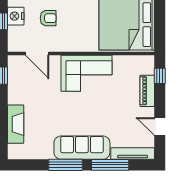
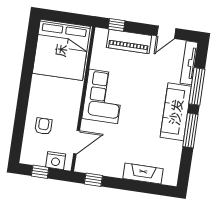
nightstand: (16, 16) -> (56, 161), moved
piano: (147, 91) -> (129, 42), width x1.37, depth x1.33

